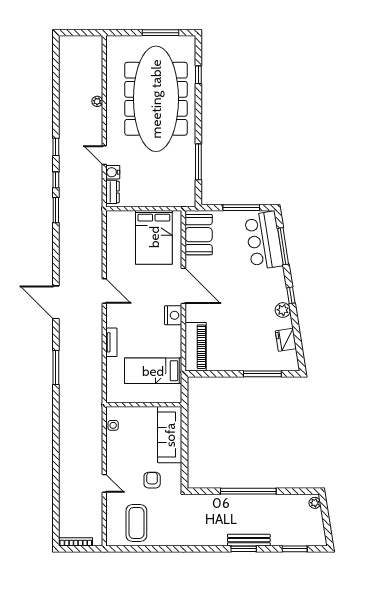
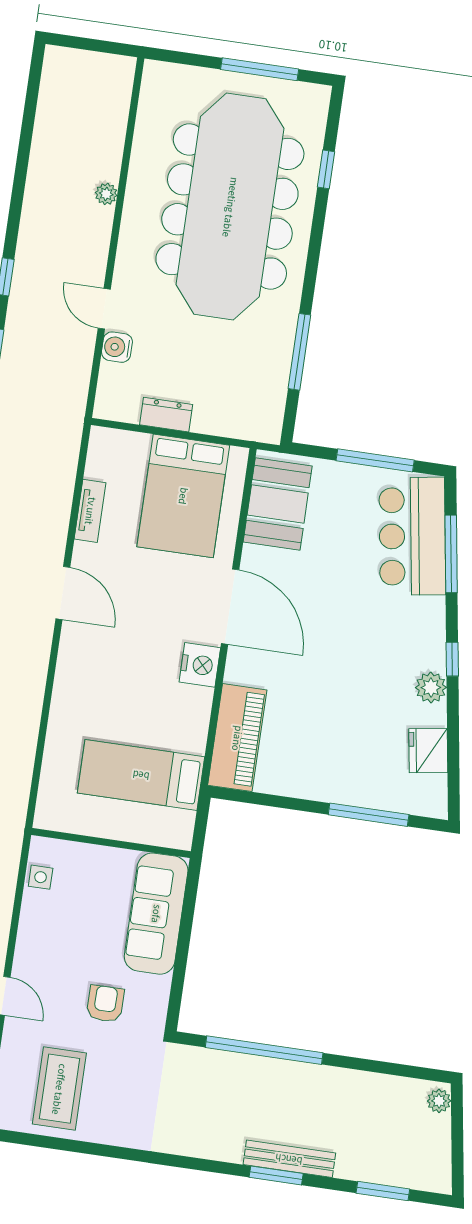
dresser: (112, 192) -> (166, 415), moved, turned -90
tv unit: (111, 342) -> (90, 511), moved
window: (248, 491) -> (264, 1050), moved

